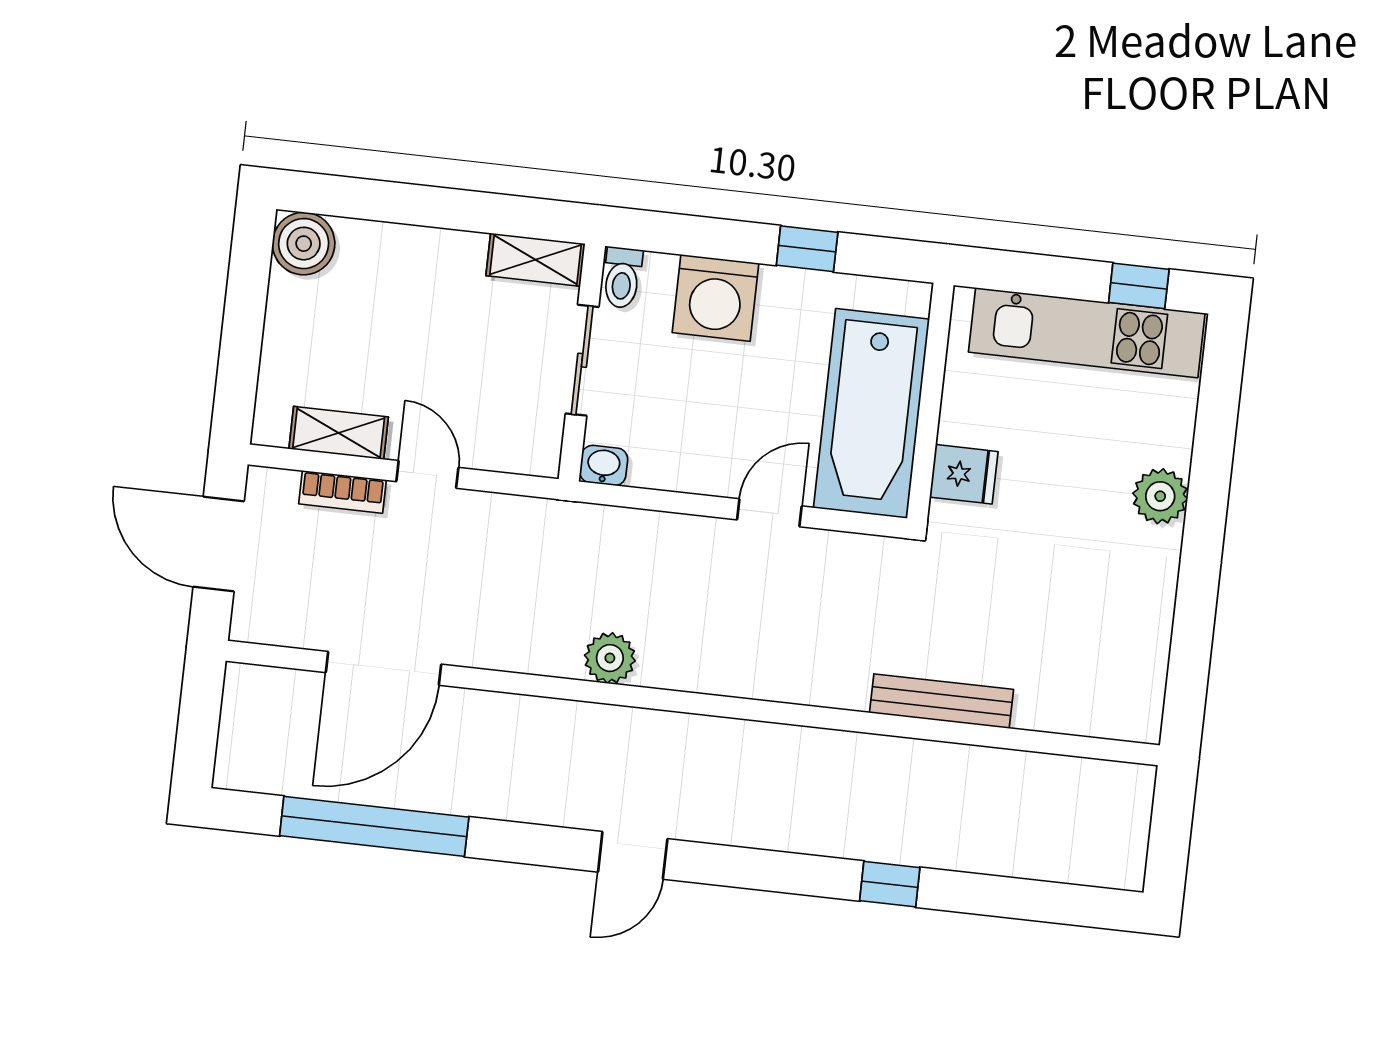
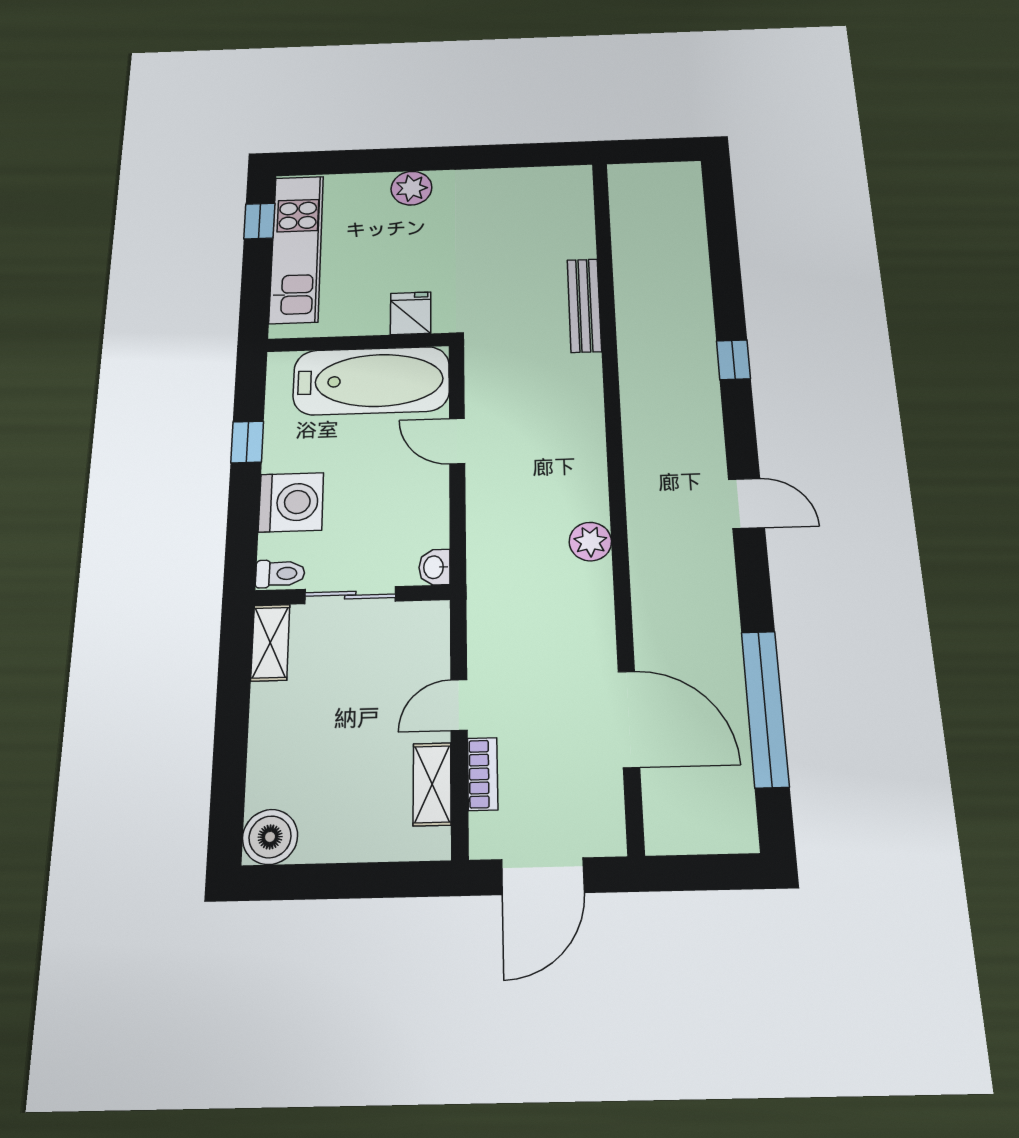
window: (890, 884) -> (733, 360), moved

